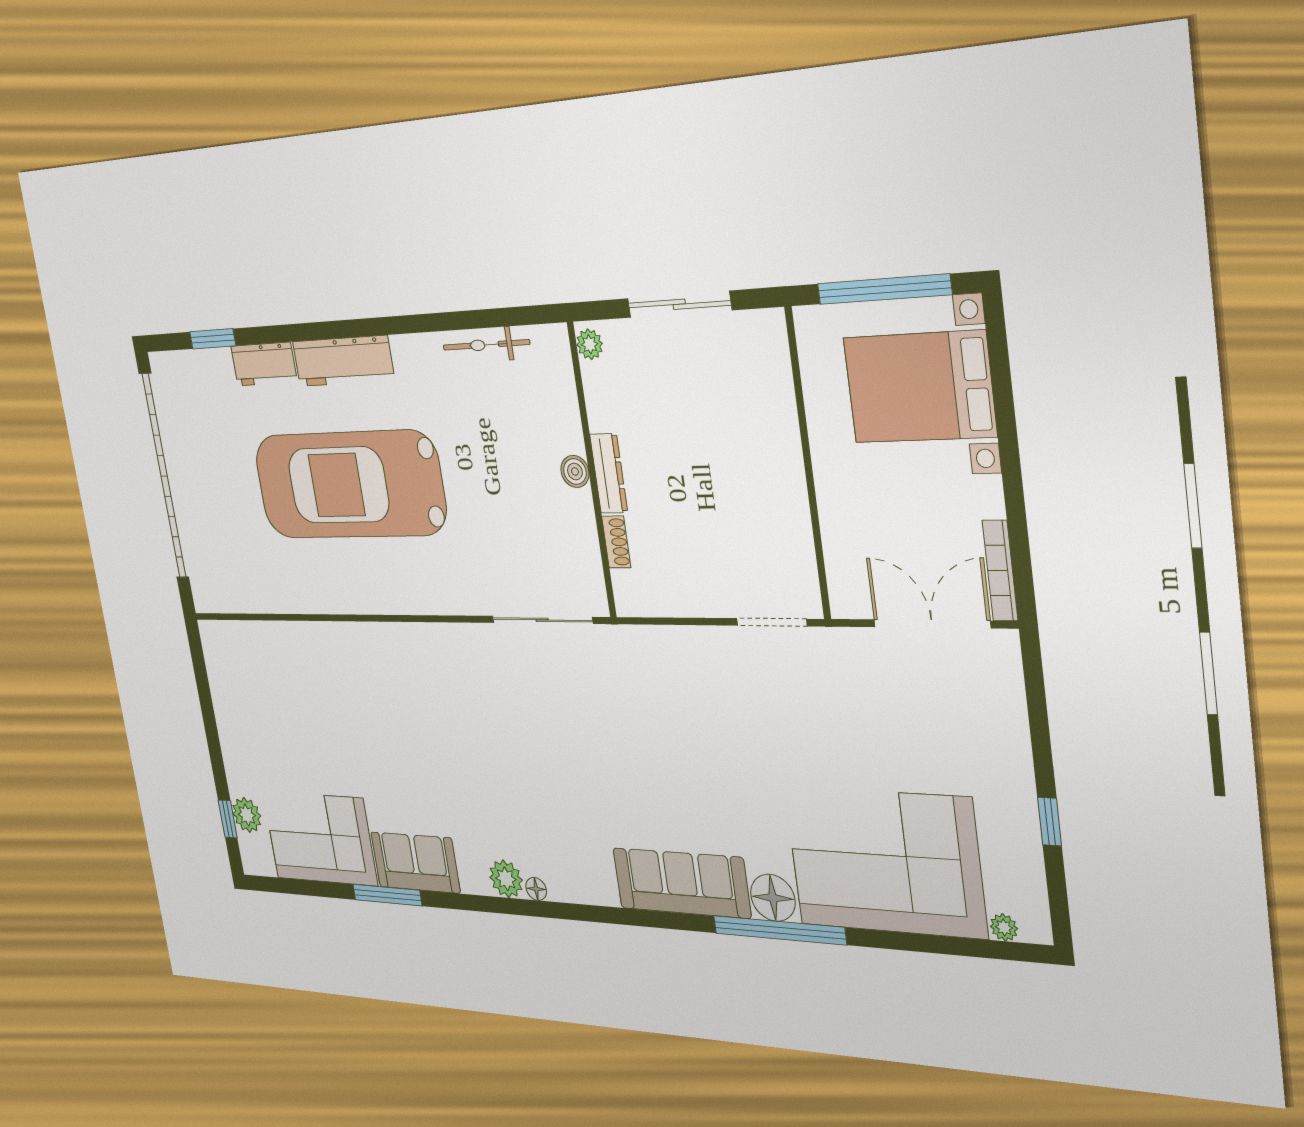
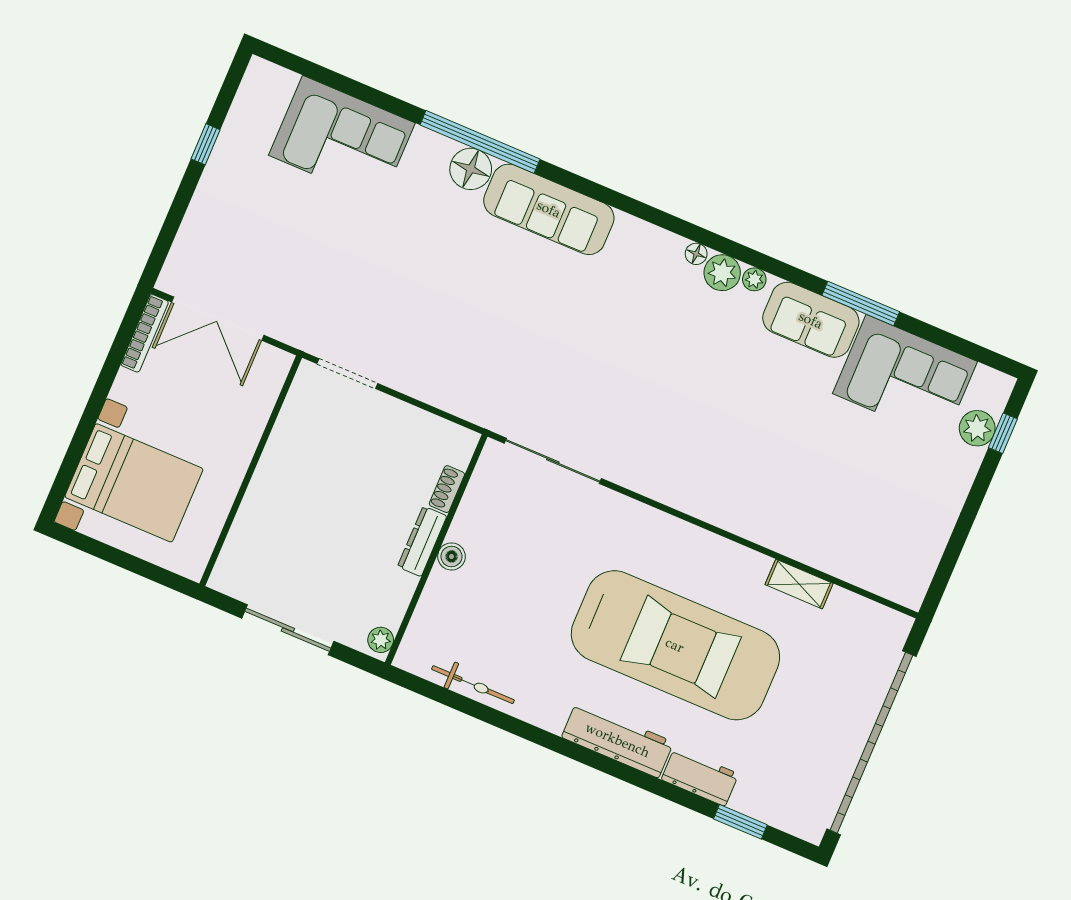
window: (884, 289) -> (123, 560), removed
shelving: (292, 599) -> (799, 584), added
corner sofa: (885, 862) -> (342, 139), width x0.73, depth x0.74
plant: (1004, 927) -> (754, 279), moved

